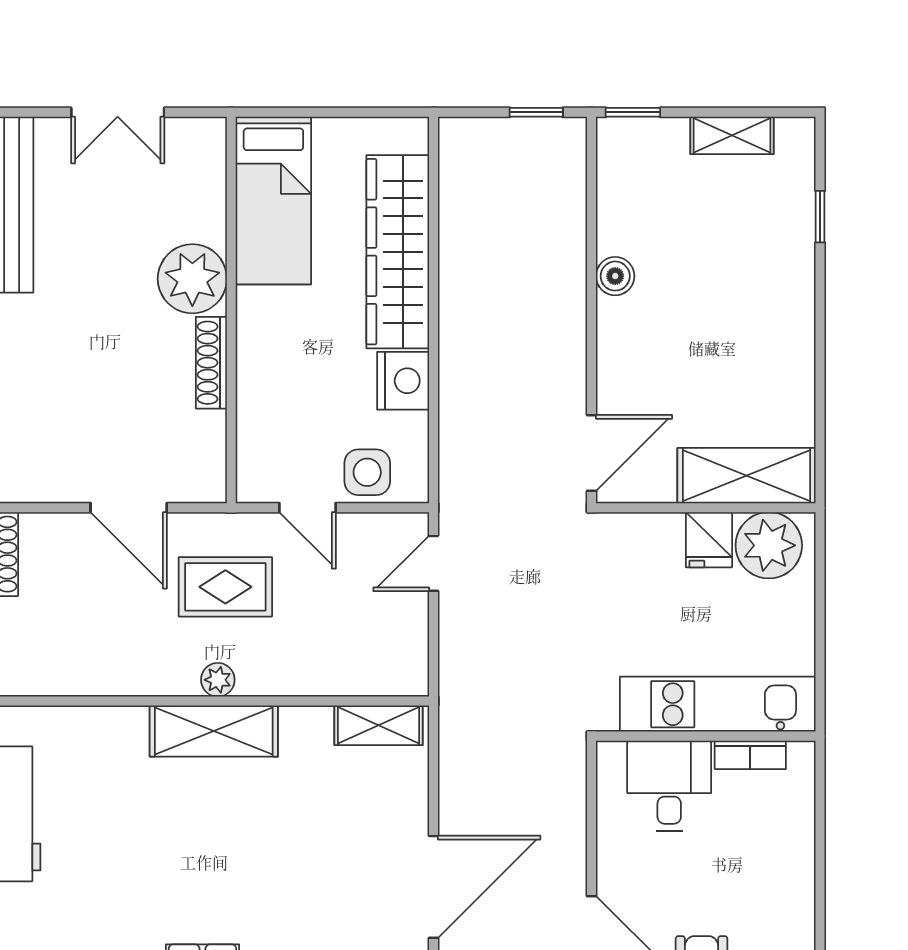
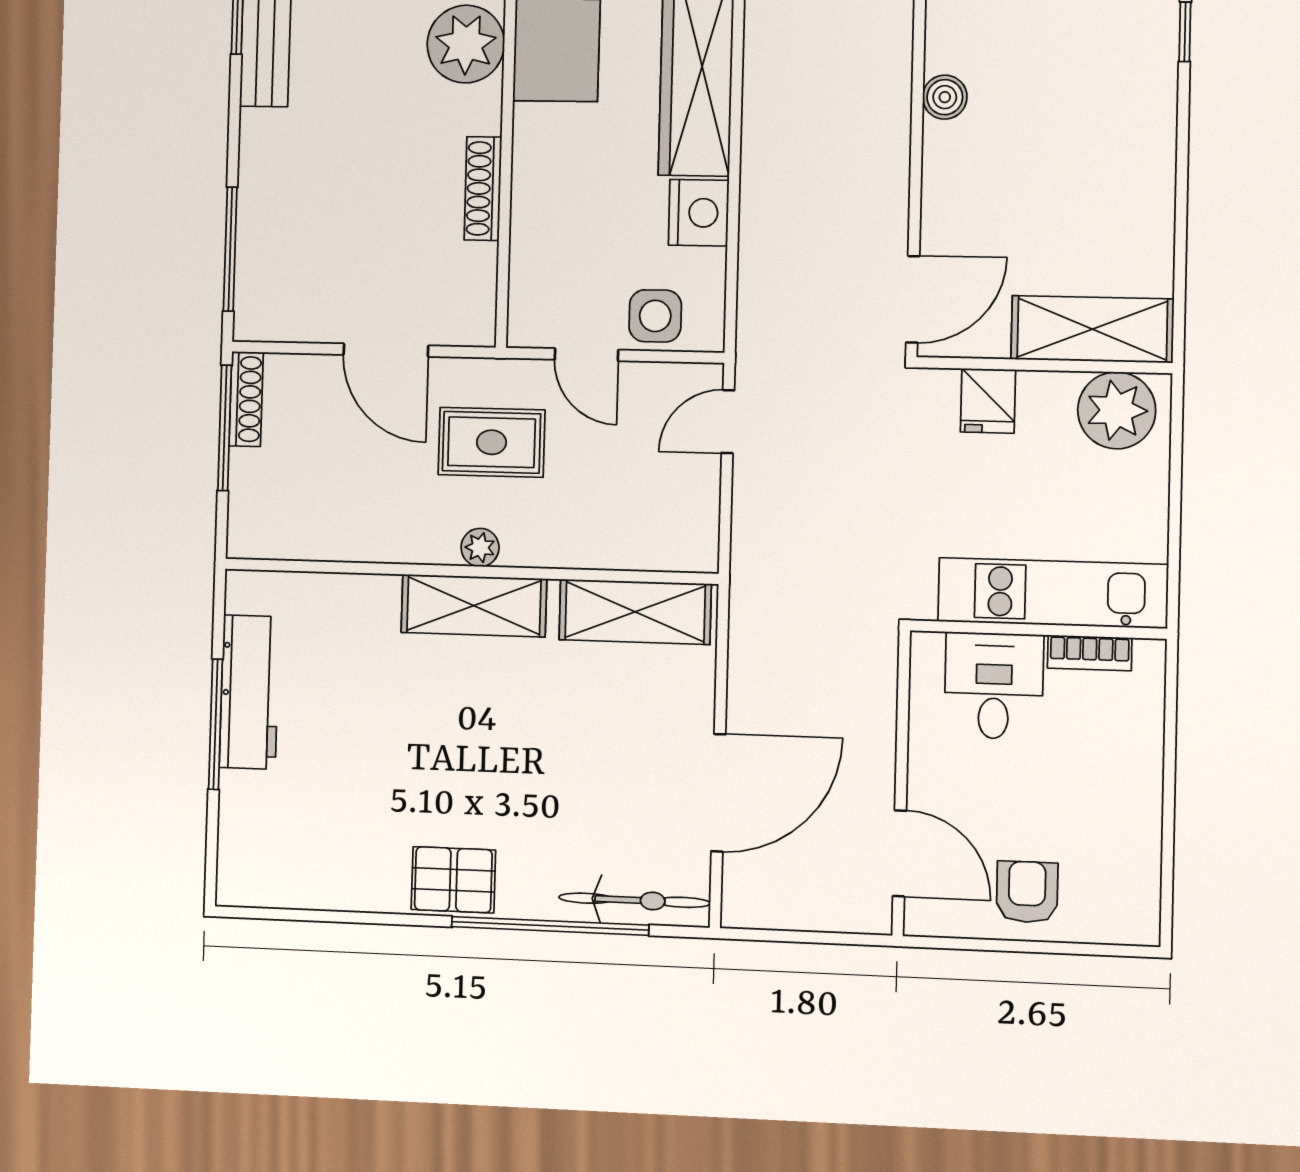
plant: (192, 279) -> (466, 44), moved
fridge: (709, 540) -> (988, 401), moved
shelving: (379, 725) -> (635, 612), width x1.50, depth x1.33

